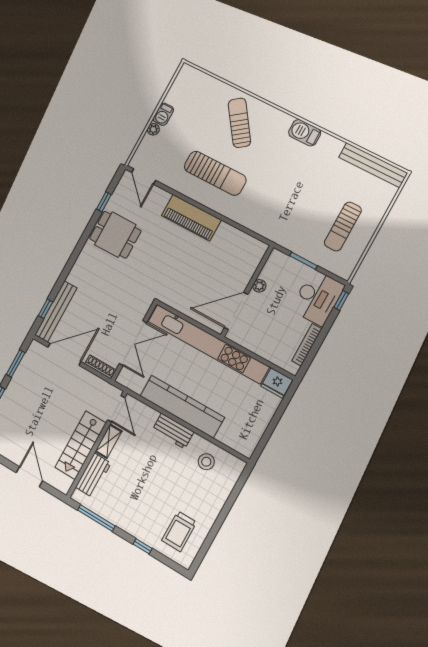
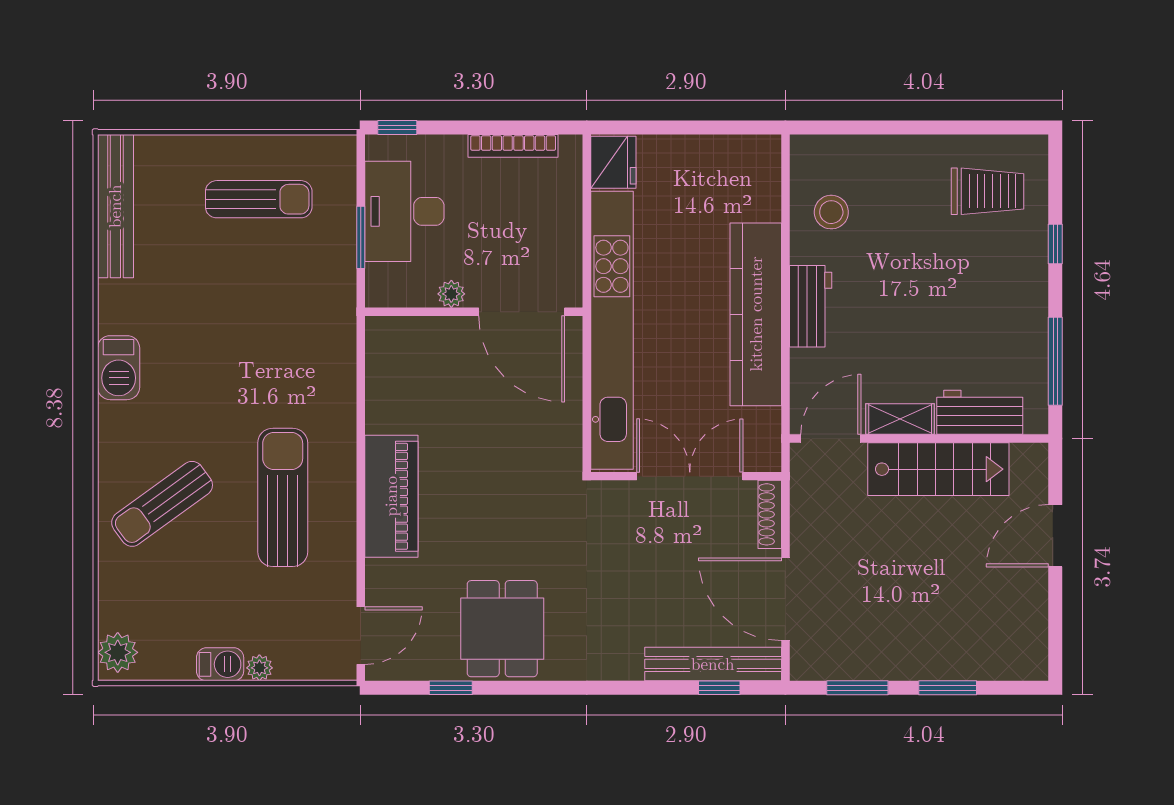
plant: (190, 75) -> (118, 652), added
desk: (317, 298) -> (404, 211), moved, turned -90

